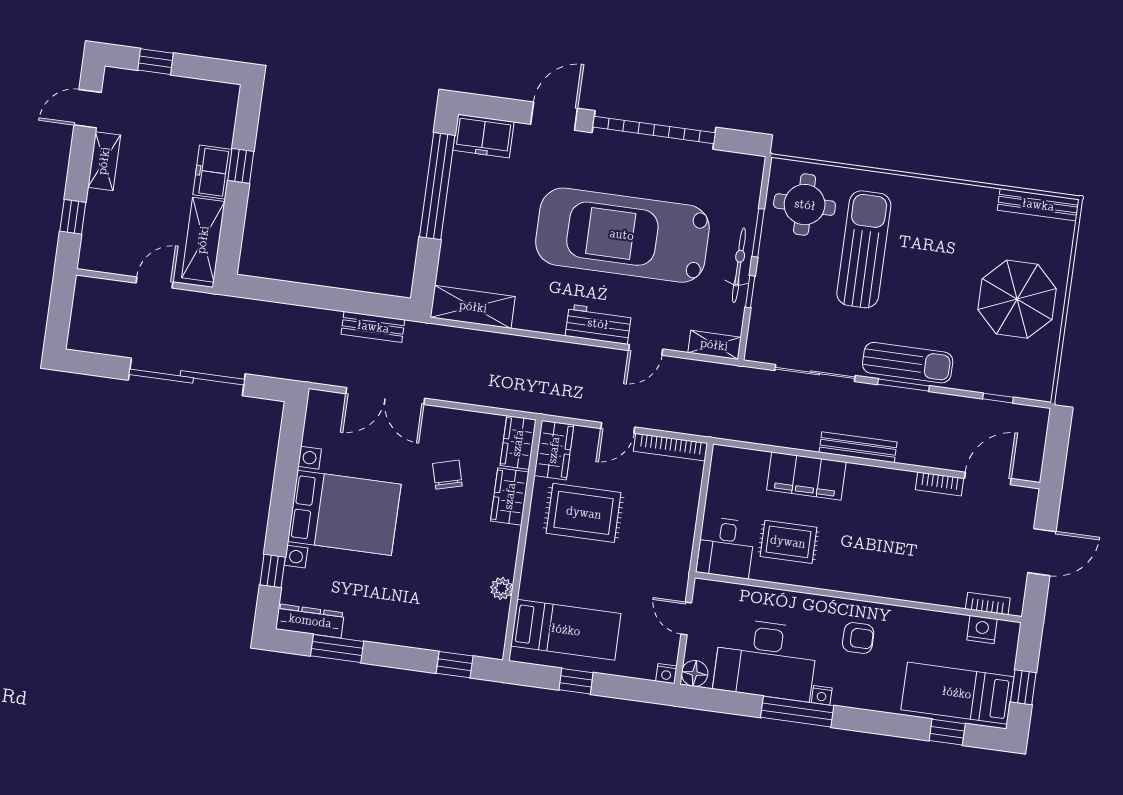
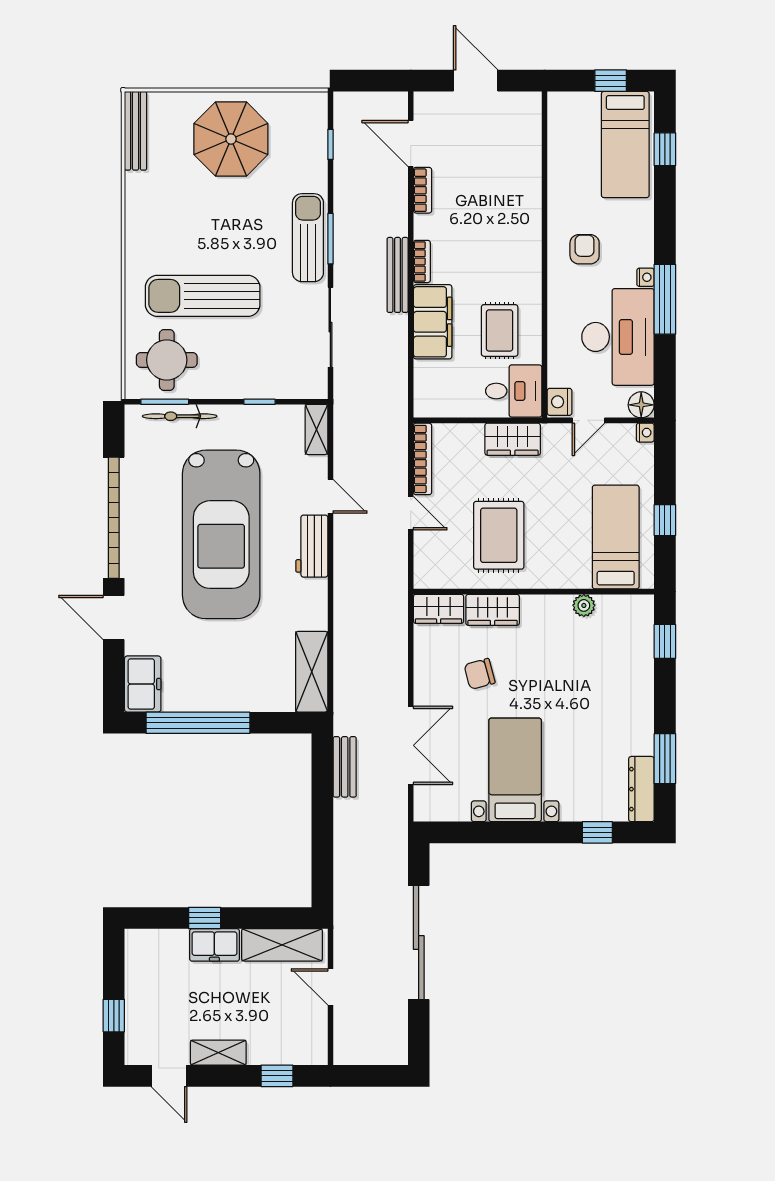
window: (758, 233) -> (165, 402), moved
bicycle: (739, 265) -> (180, 416), moved
wardrobe: (554, 450) -> (513, 439), moved, turned 180
bed with nightstands: (344, 513) -> (515, 770), width x0.73
bookcase: (988, 604) -> (422, 261), moved, turned 180
nightstand: (982, 629) -> (560, 402), moved

